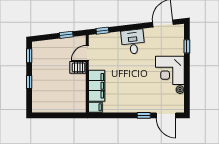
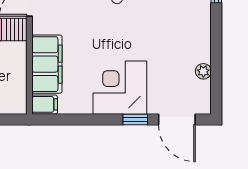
corner desk: (170, 70) -> (120, 88), moved, turned 90

